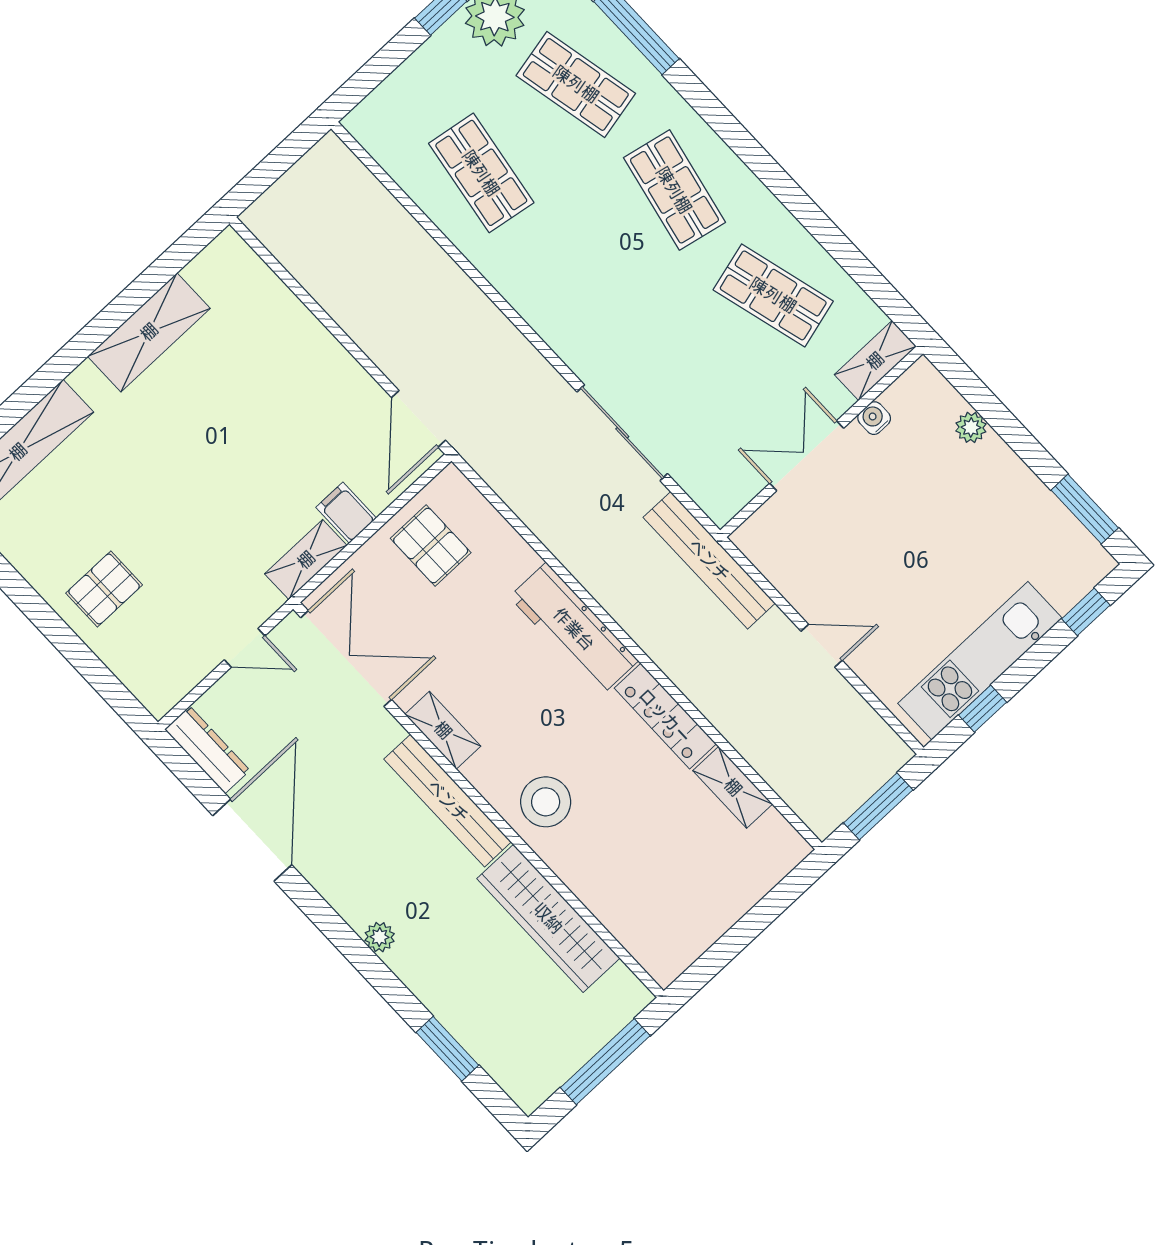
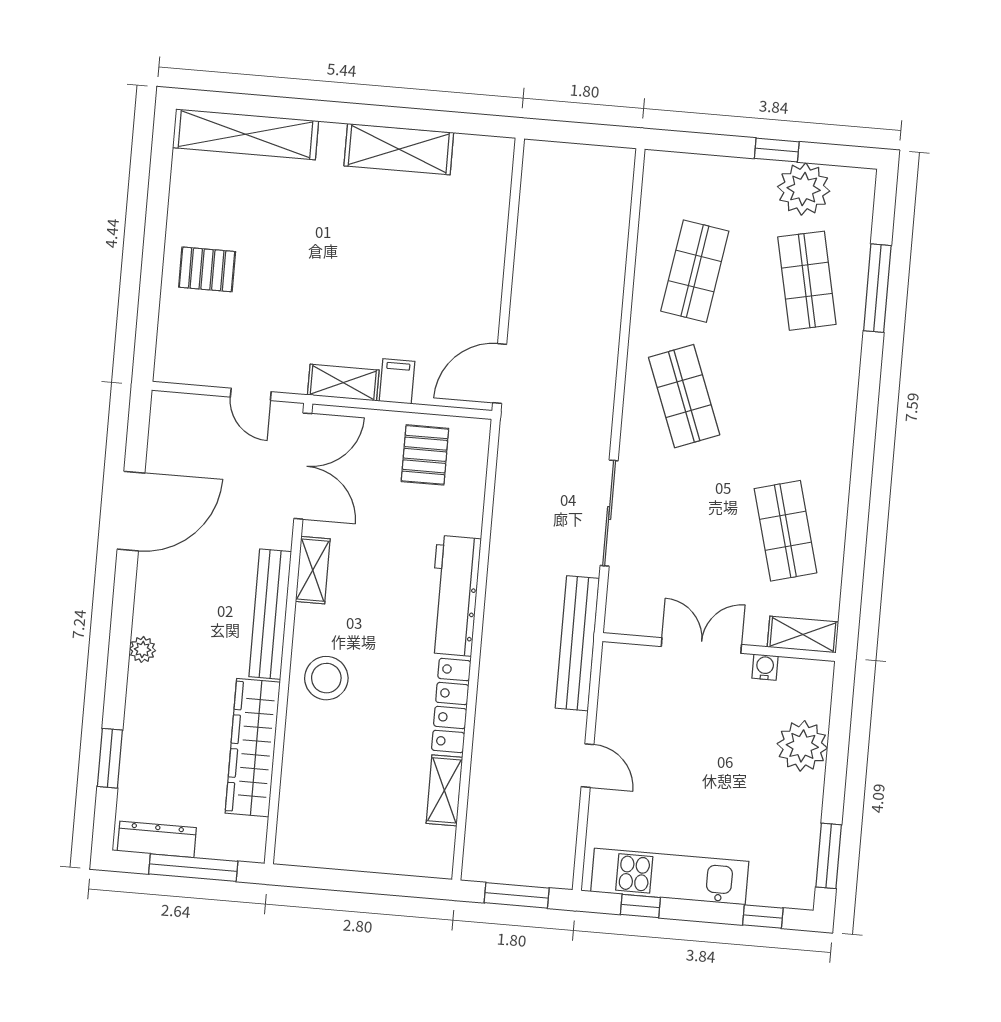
shop shelf: (674, 190) -> (684, 396), moved, turned -33
plant: (971, 427) -> (802, 746), width x1.88, depth x1.88
dresser: (207, 750) -> (157, 839), moved, turned -90

